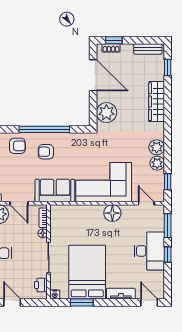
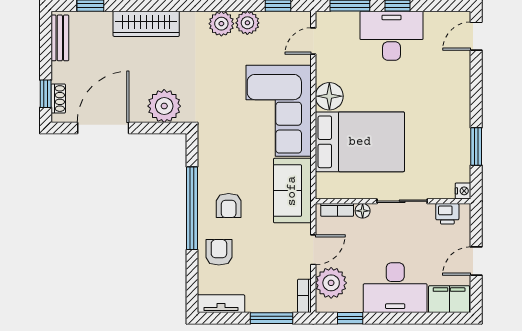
bed: (87, 272) -> (360, 142), moved, turned 180
tv unit: (121, 294) -> (462, 82), removed

